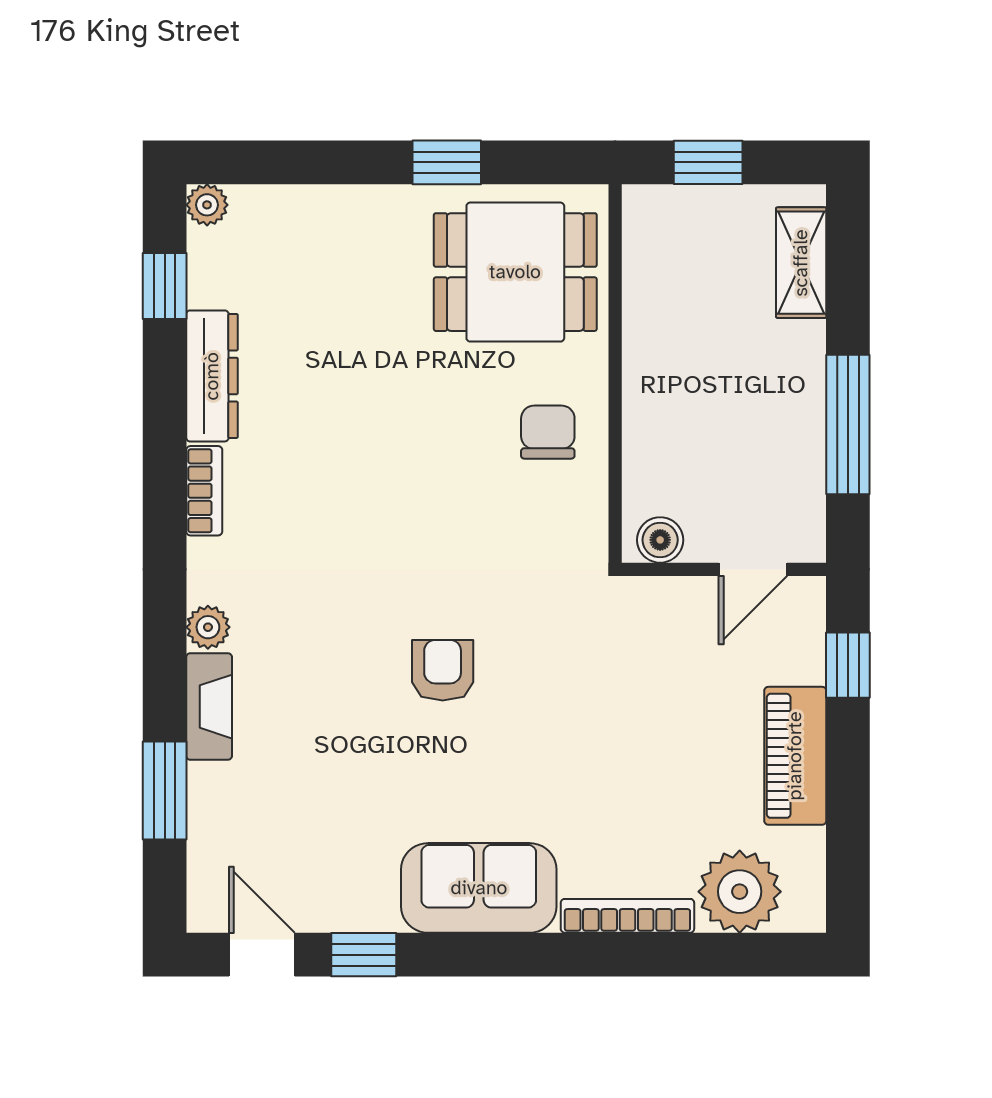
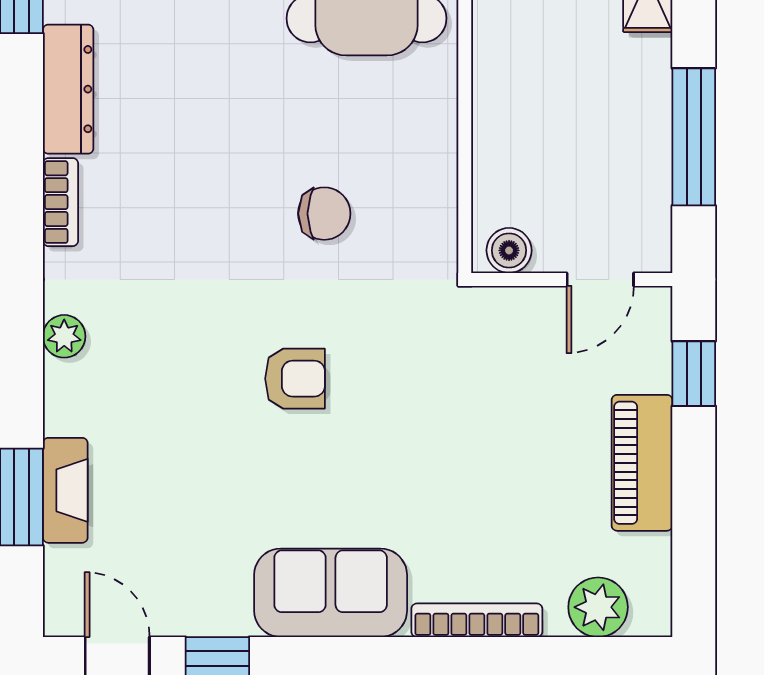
chair: (548, 432) -> (324, 214), moved, turned 90
armchair: (443, 670) -> (295, 379), turned 90
fireplace: (209, 707) -> (65, 490), moved
plant: (740, 892) -> (598, 607), width x0.73, depth x0.73

